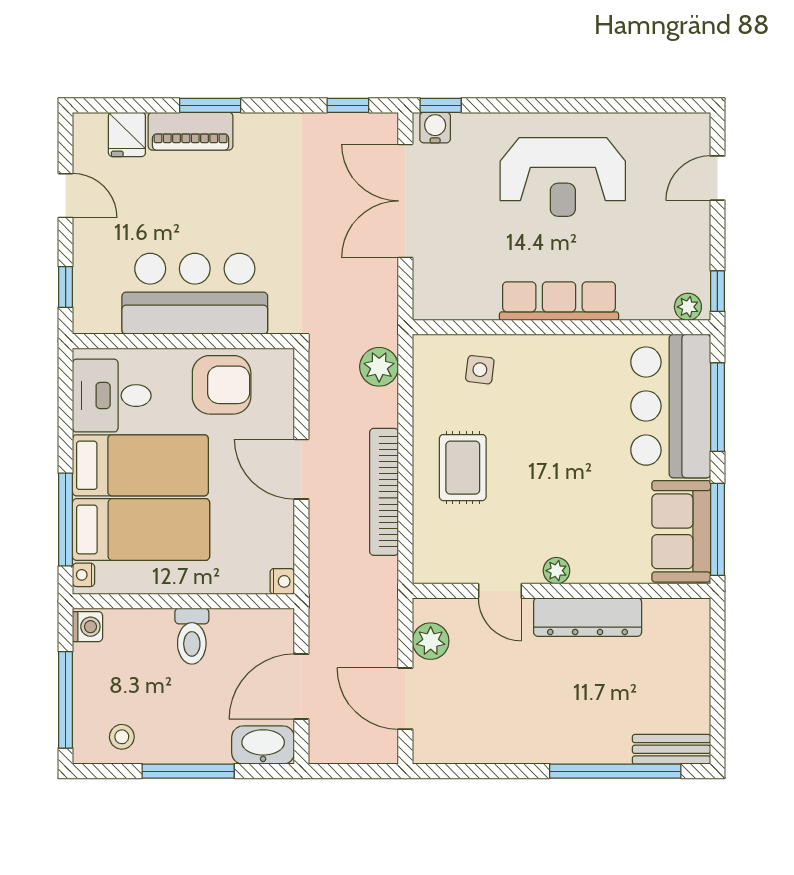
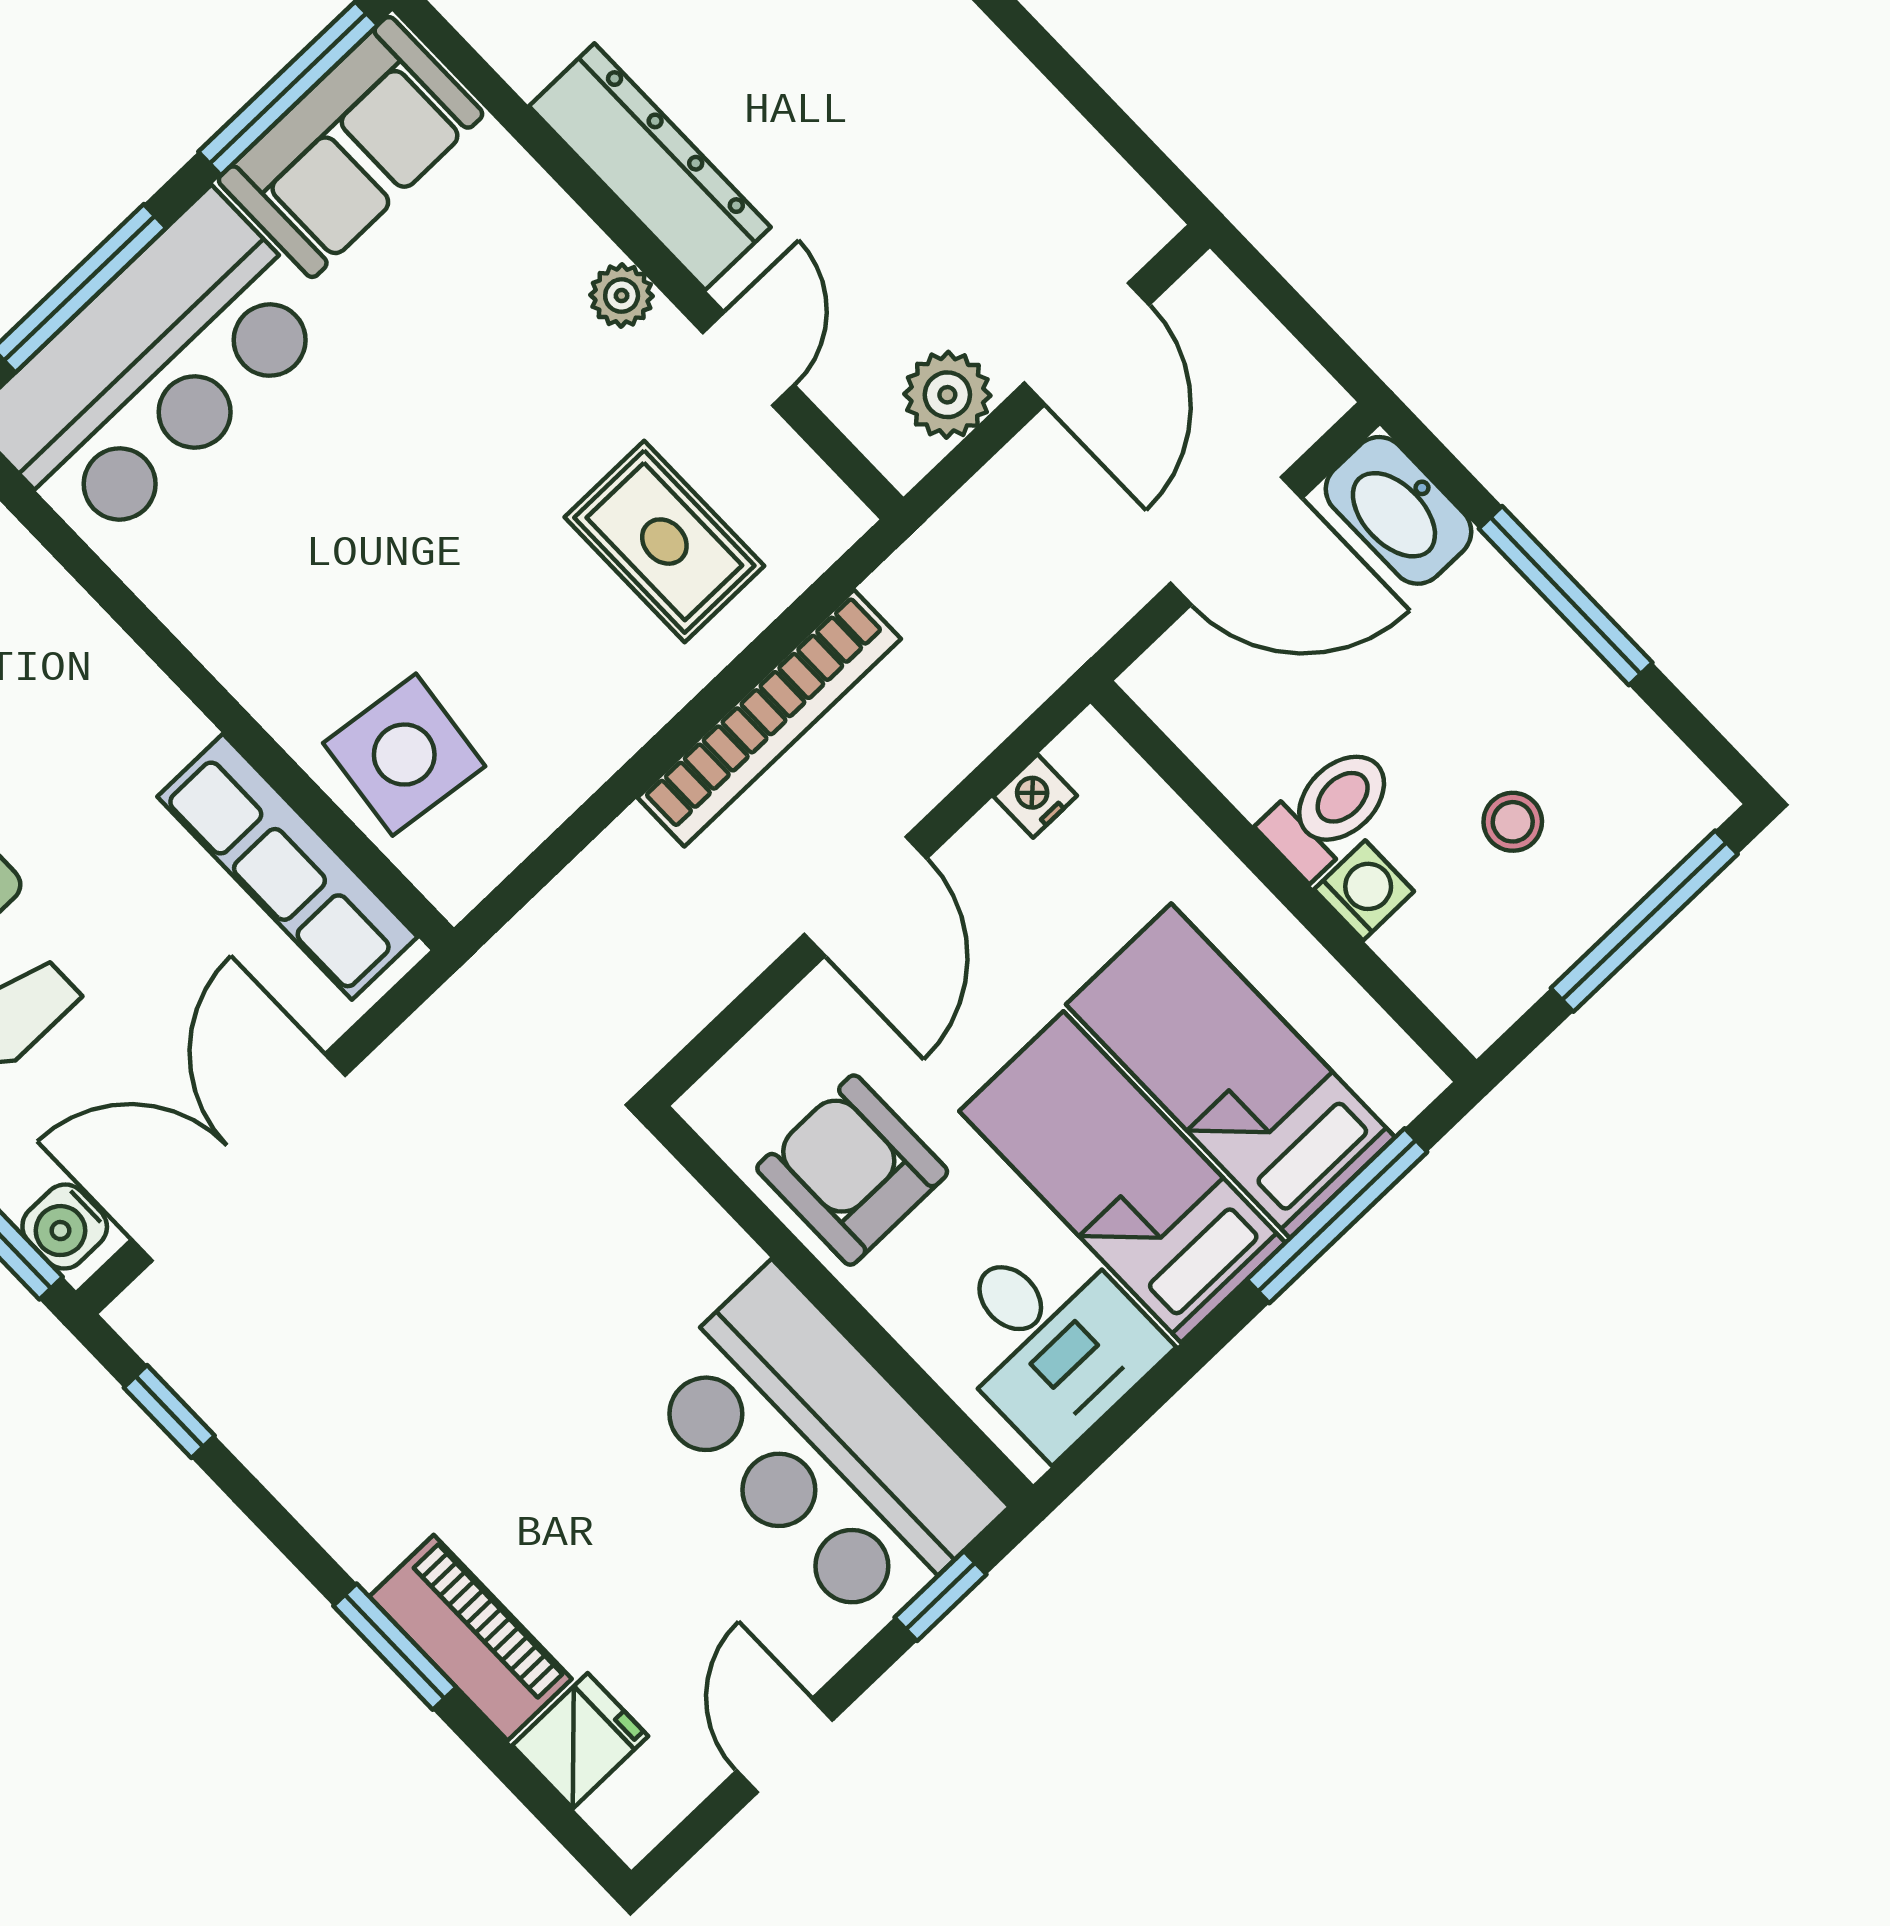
double door: (405, 201) -> (238, 1157), swing flipped
bar counter: (195, 294) -> (822, 1449), moved
row of seats: (559, 301) -> (287, 867), moved
plant: (379, 367) -> (564, 931), removed
side table: (480, 370) -> (404, 755), width x1.87, depth x1.87
rug: (463, 468) -> (664, 542), moved, turned 90
nightstand: (84, 575) -> (1402, 1095), removed
nightstand: (282, 581) -> (1035, 796), moved
washing machine: (87, 627) -> (1364, 890), moved, turned 90
stool: (122, 737) -> (1513, 822), moved

